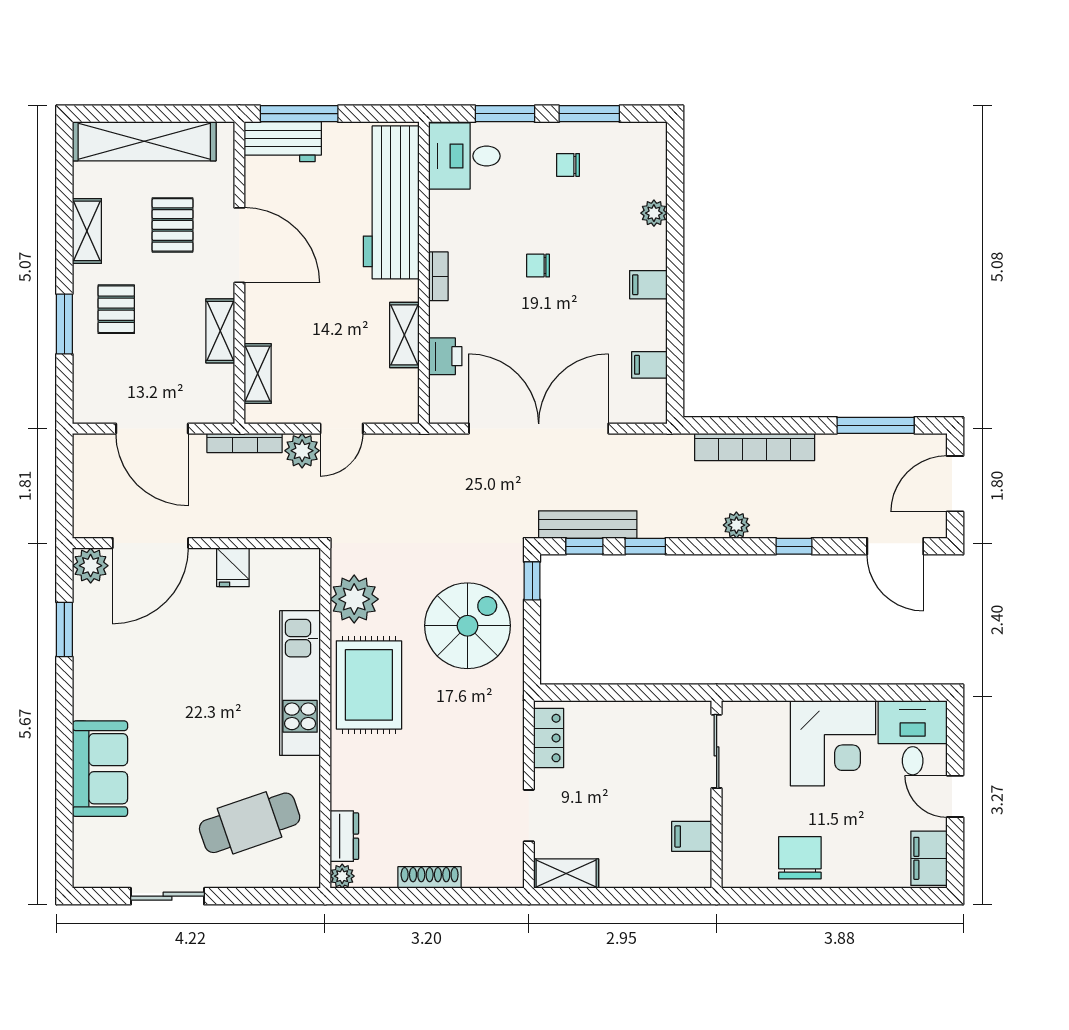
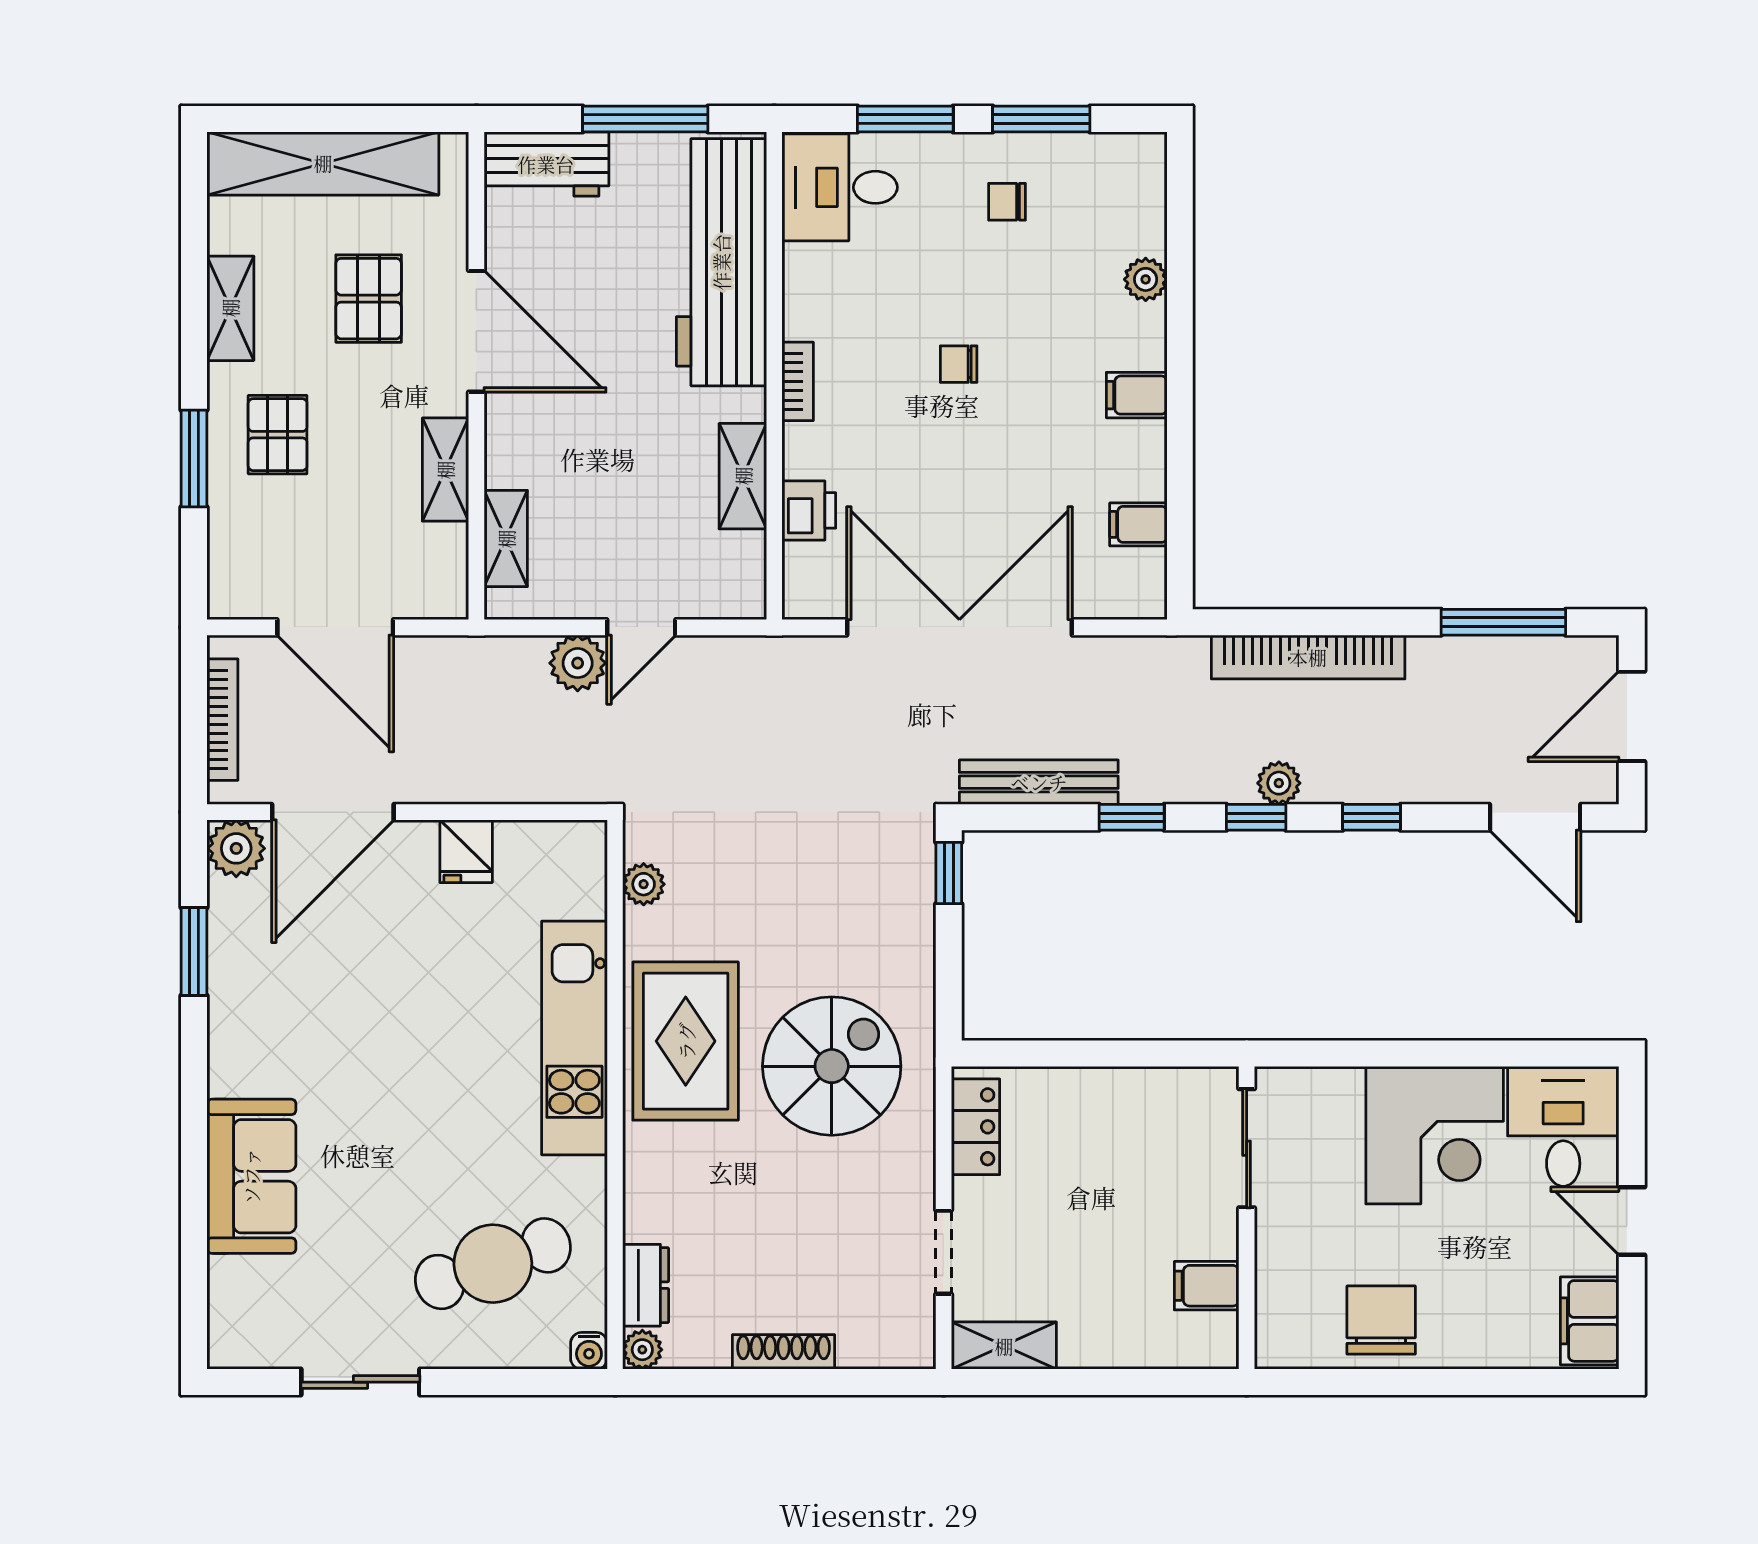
window: (299, 114) -> (645, 119), moved
bookcase: (245, 443) -> (222, 720), moved, turned -90
window: (584, 546) -> (1256, 817), moved
plant: (354, 599) -> (644, 884), width x0.53, depth x0.53
spiral stairs: (467, 626) -> (832, 1066), moved
water cooler: (309, 877) -> (589, 1351), added

